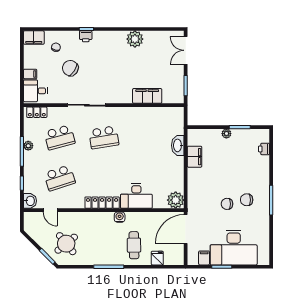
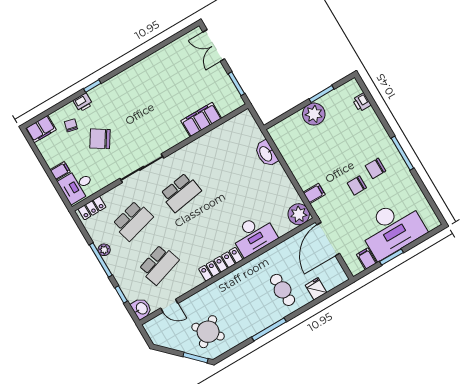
printer: (86, 36) -> (83, 102), moved
plant: (135, 39) -> (151, 66), removed
plant: (226, 134) -> (314, 114), width x1.87, depth x1.87
filing cabinet: (195, 157) -> (314, 193), moved, width x0.50
water cooler: (120, 217) -> (249, 269), removed

